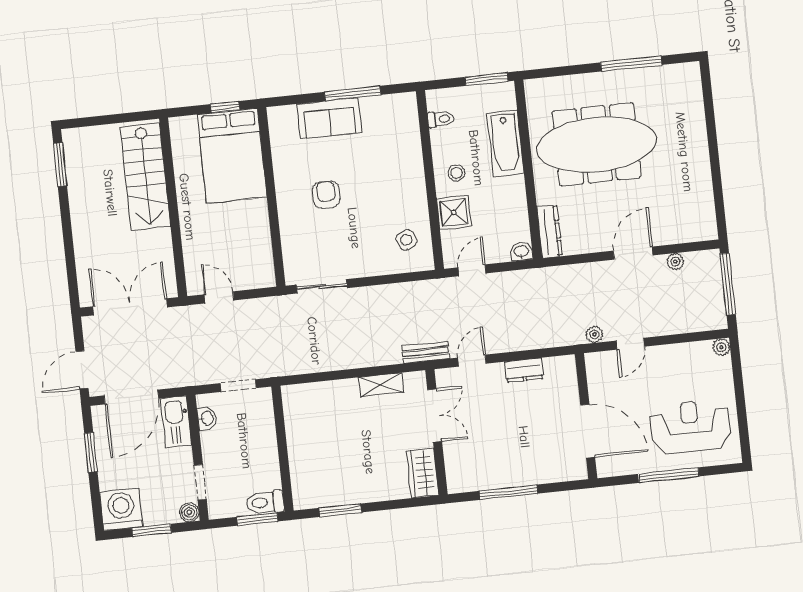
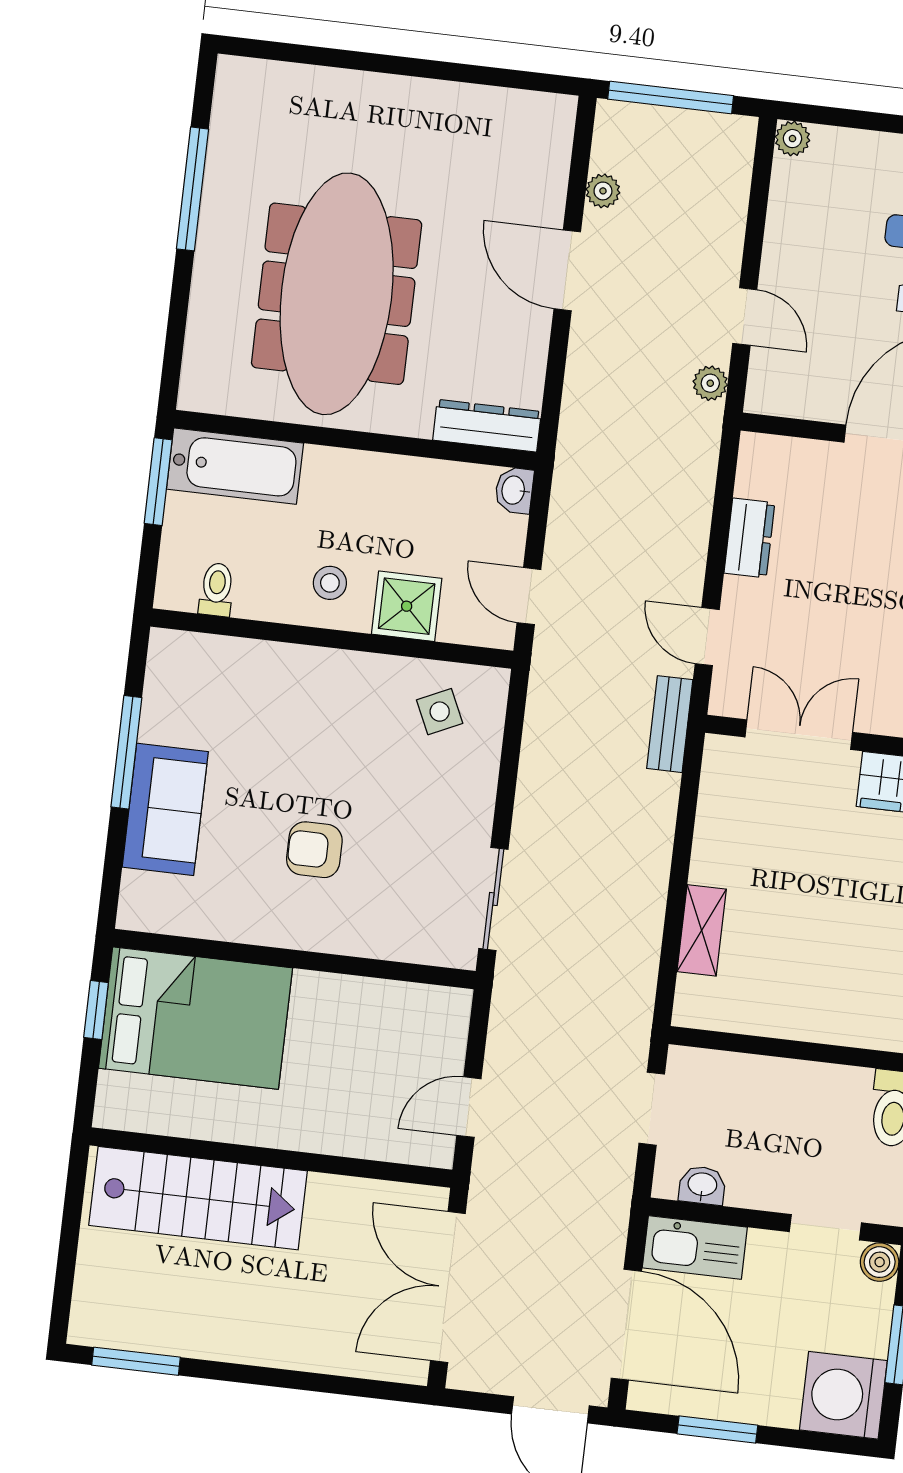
bathtub: (505, 143) -> (235, 466), moved
shelving: (381, 385) -> (702, 930), moved

